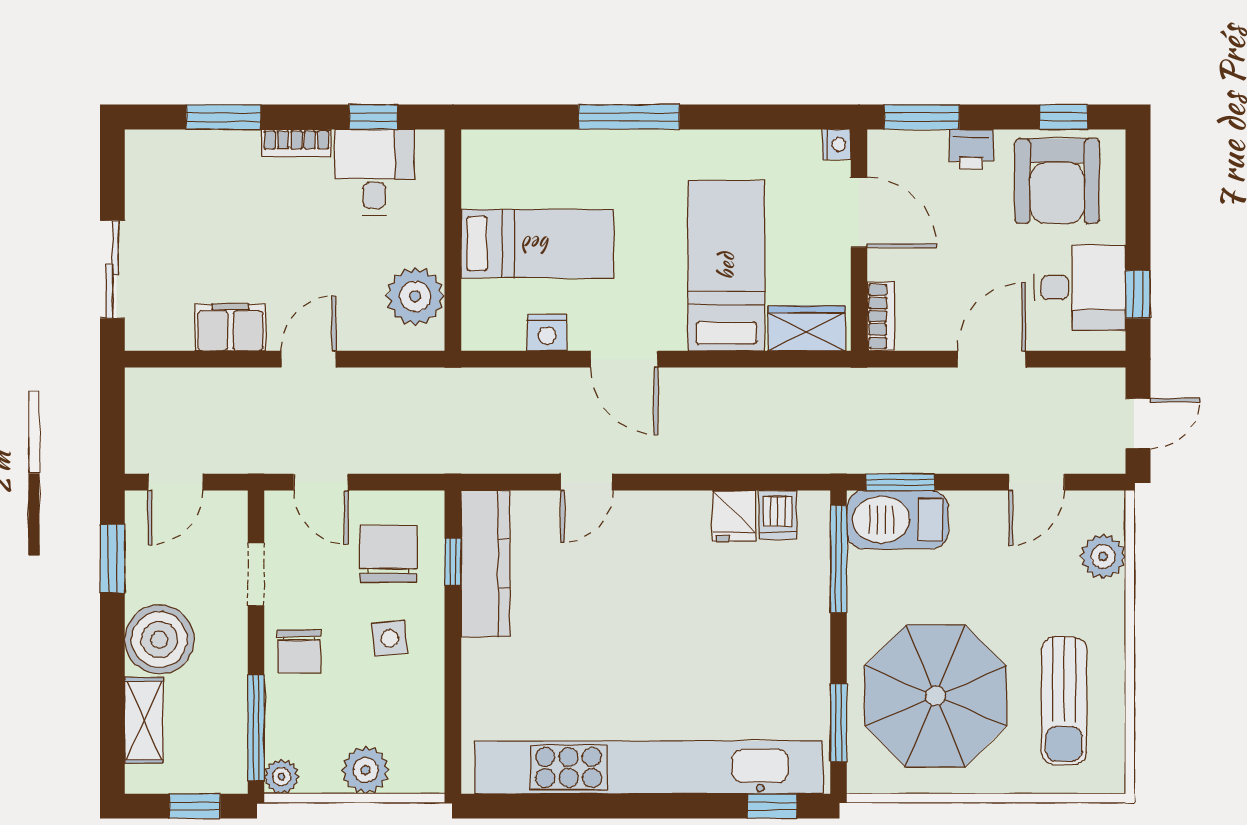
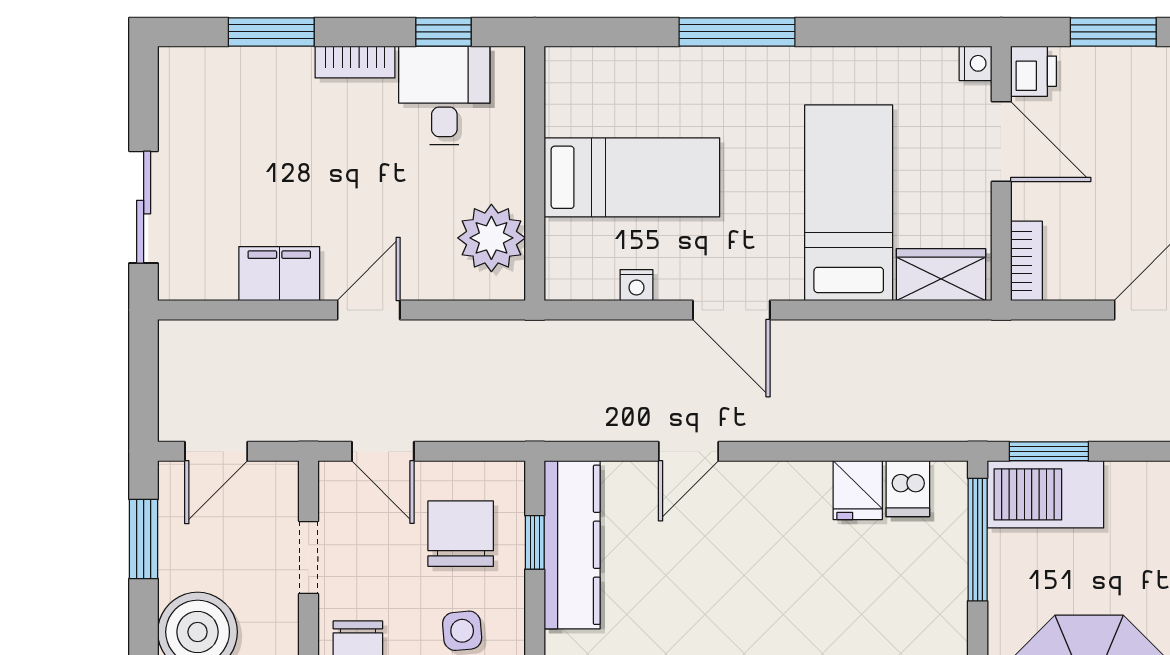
window: (922, 117) -> (1113, 32), moved
printer: (971, 149) -> (1034, 71), moved, turned -90
nightstand: (547, 333) -> (636, 285), width x0.72, depth x0.74

